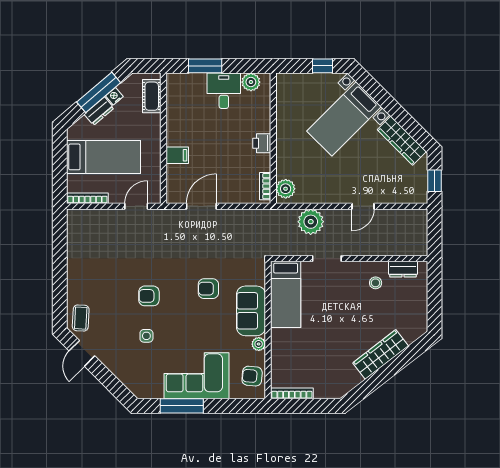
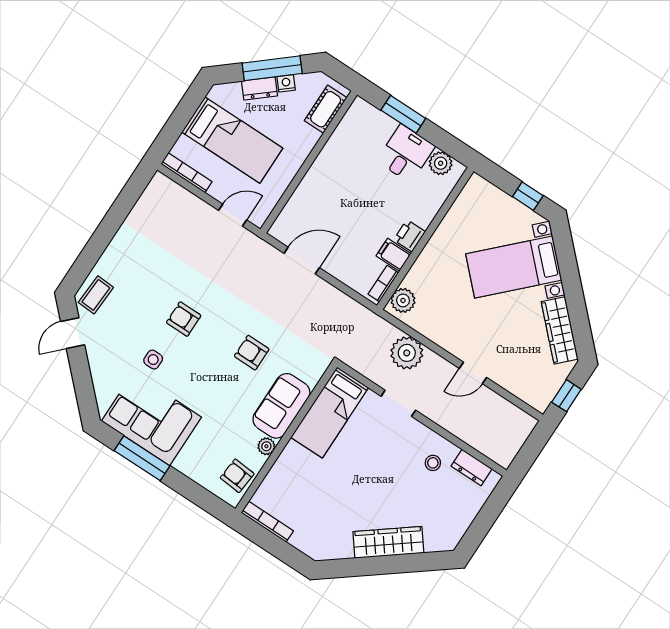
filing cabinet: (177, 155) -> (394, 255), moved, turned 180
corner sofa: (197, 376) -> (152, 419), moved

